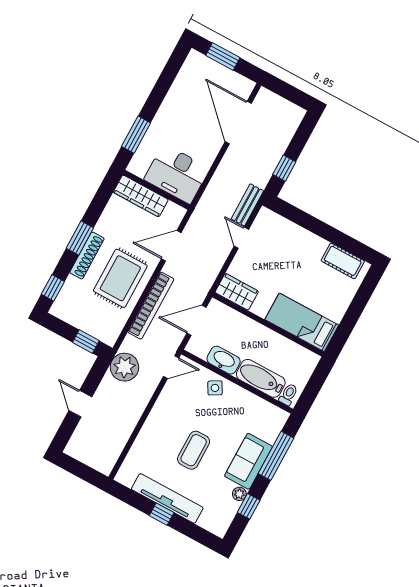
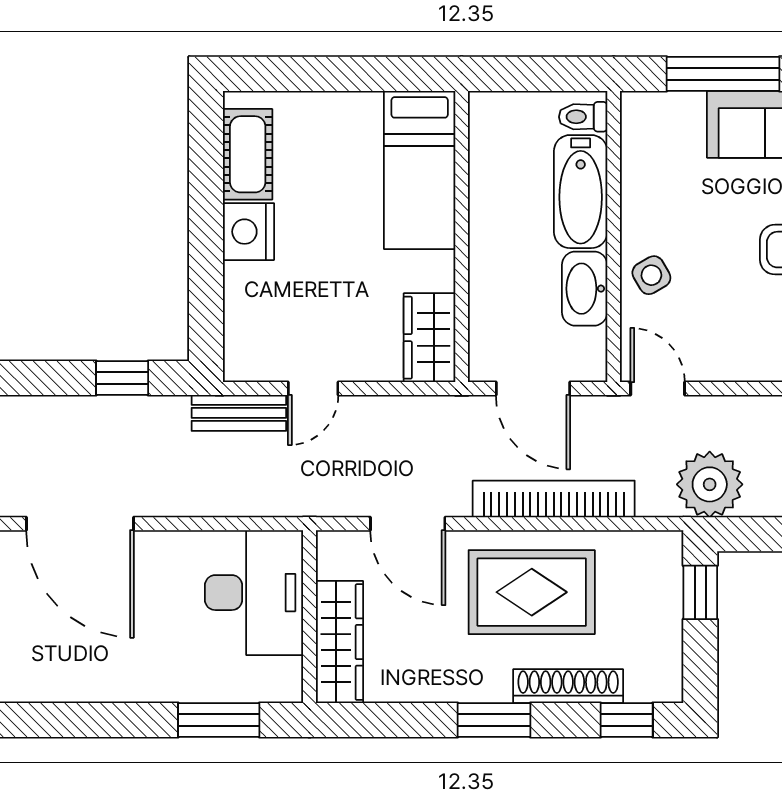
door: (238, 123) -> (80, 524), hinge flipped
nightstand: (313, 245) -> (249, 232), added
shoe rack: (87, 255) -> (568, 686), moved

